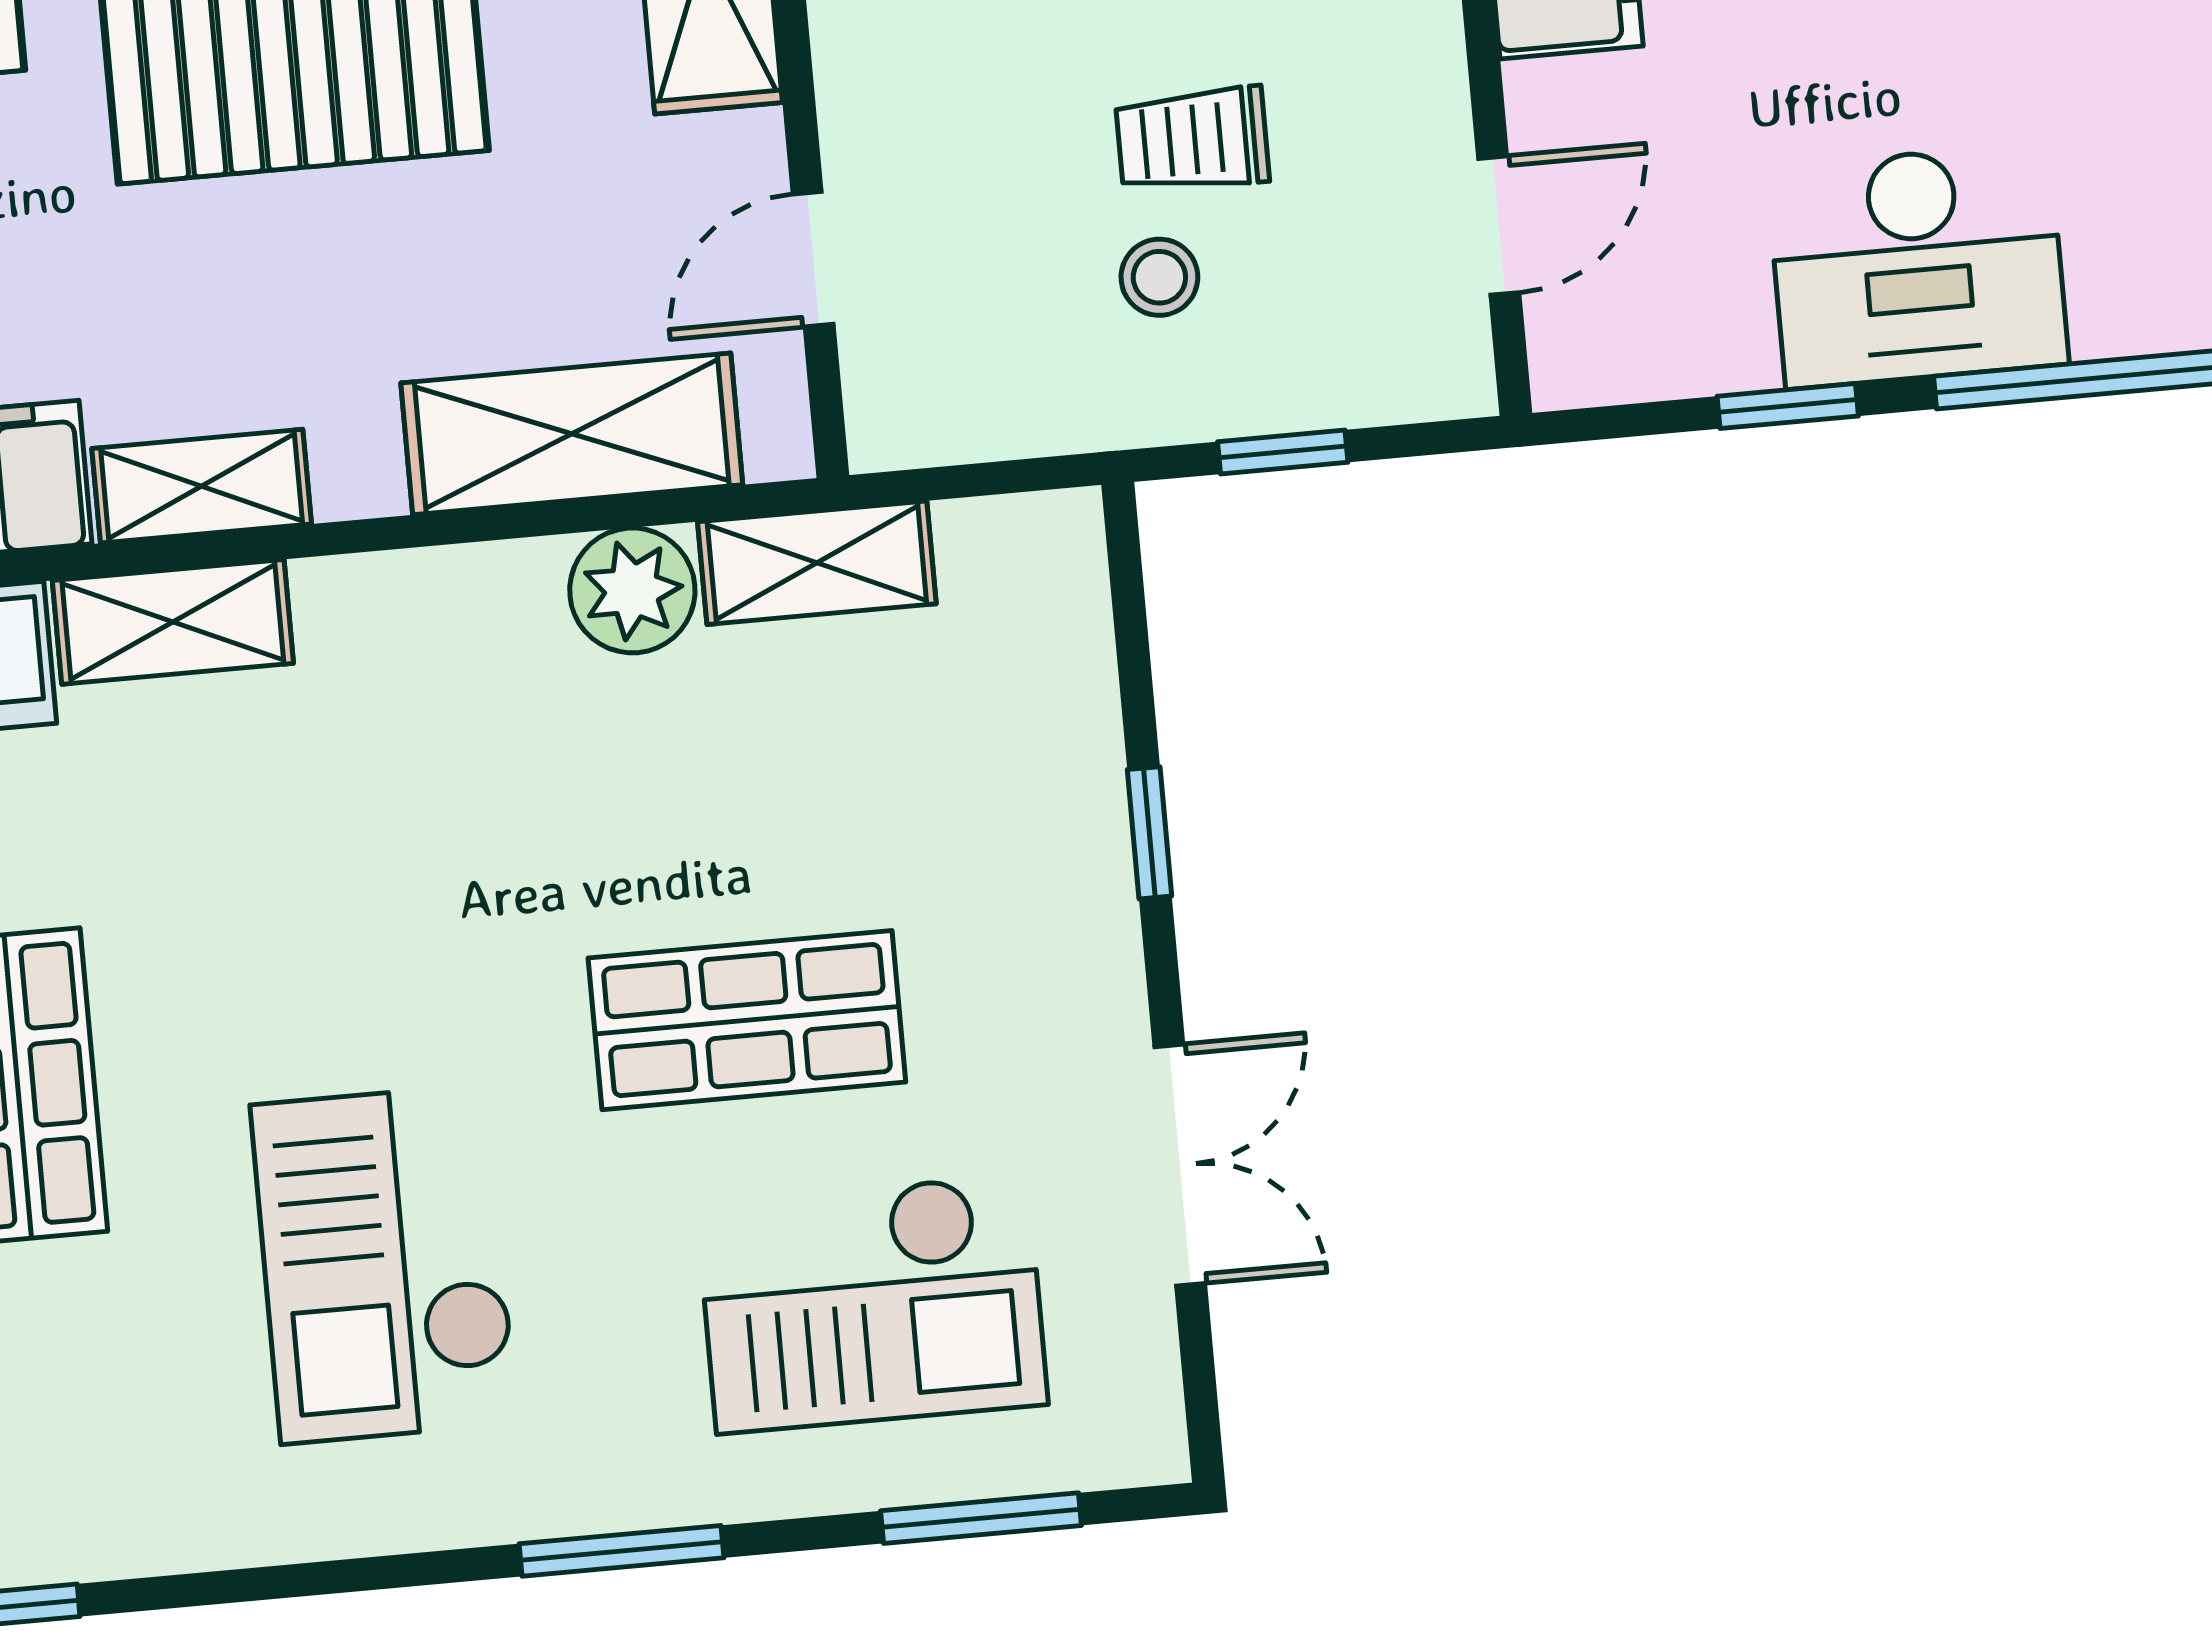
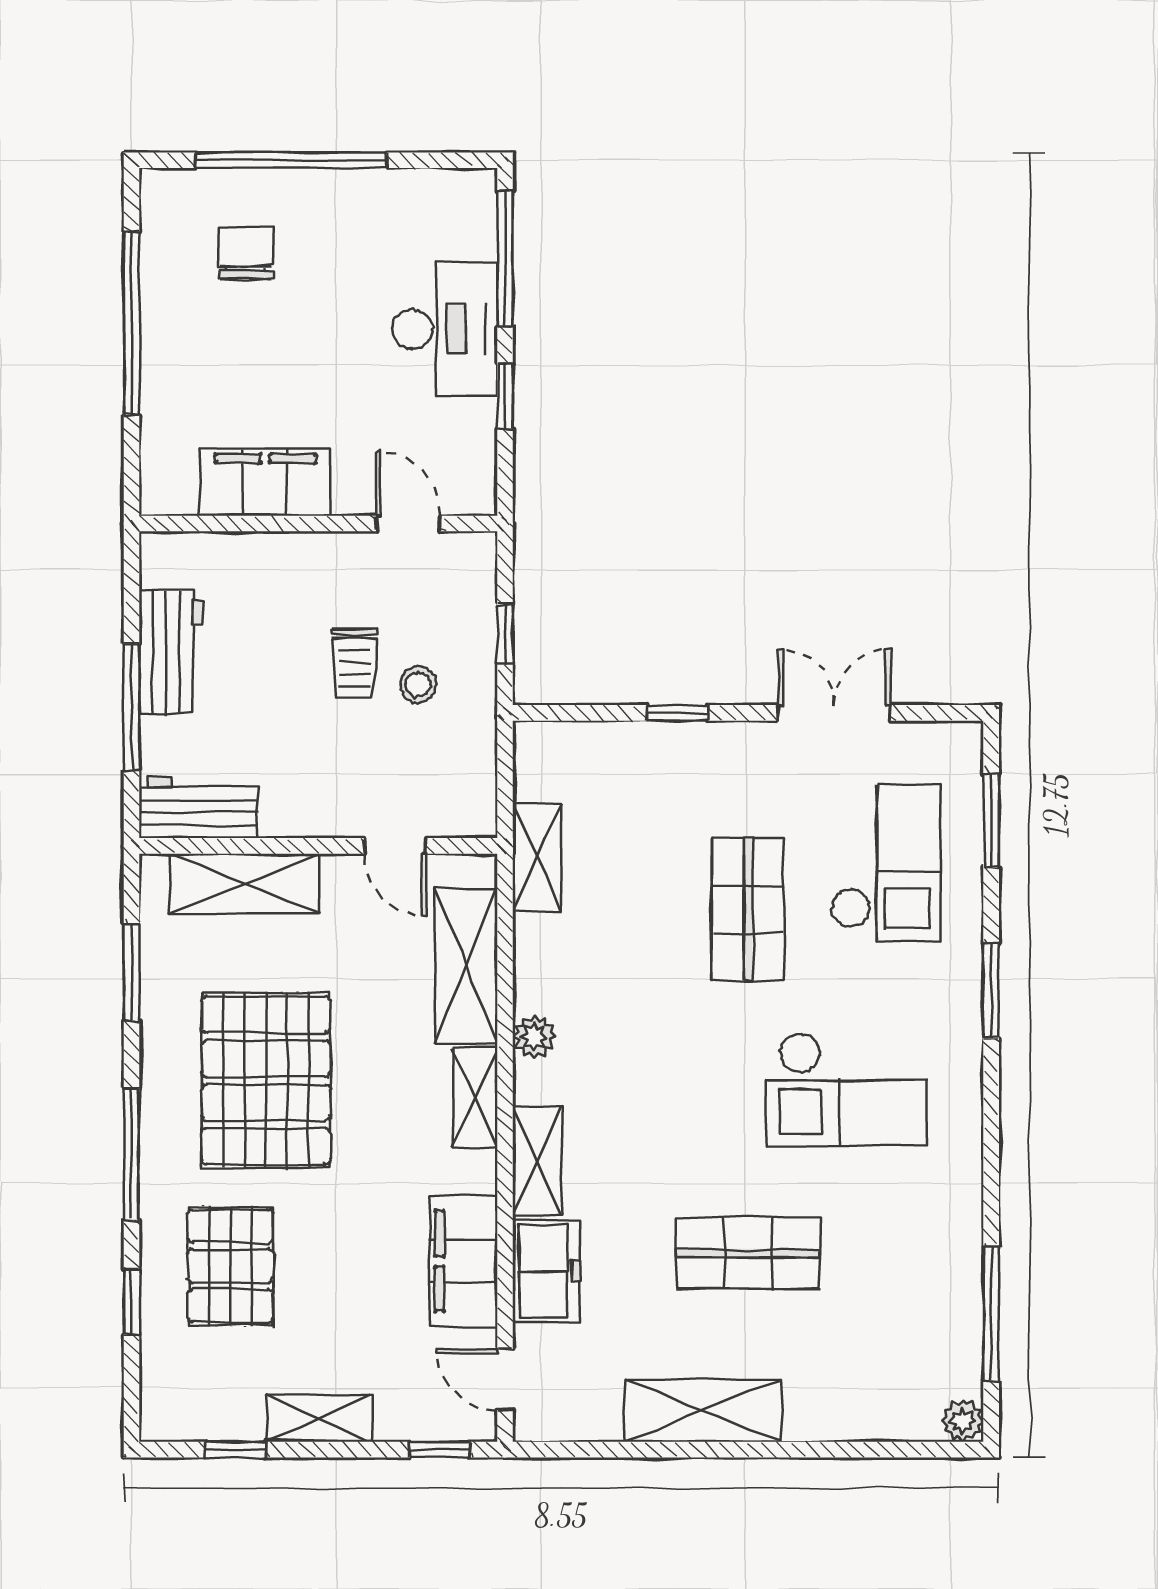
shelving: (202, 486) -> (475, 1098), moved
plant: (632, 590) -> (534, 1037), moved, width x0.73, depth x0.73

